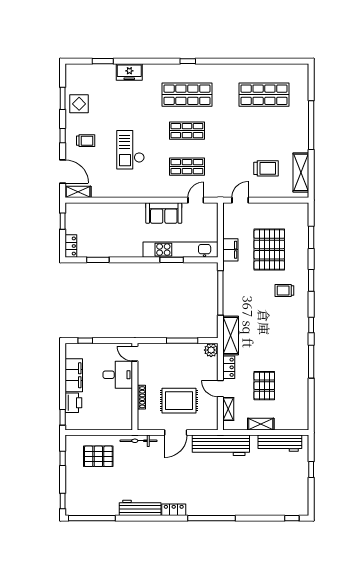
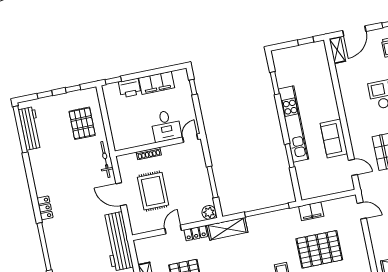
locker: (71, 246) -> (283, 54), removed
kitchen unit: (181, 250) -> (294, 124), moved
shelving: (228, 409) -> (155, 241), removed
window: (63, 501) -> (45, 95), moved
workbench: (140, 508) -> (30, 128), moved

